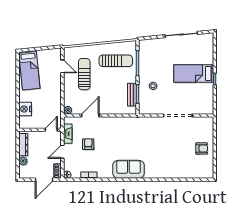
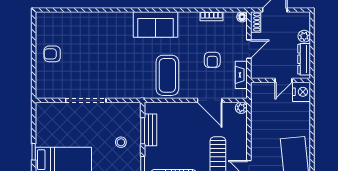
nightstand: (25, 109) -> (301, 92), moved
door: (90, 116) -> (210, 100), hinge flipped
door: (51, 130) -> (284, 80), moved
coffee table: (120, 133) -> (167, 75), added

